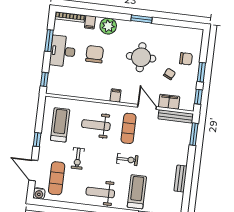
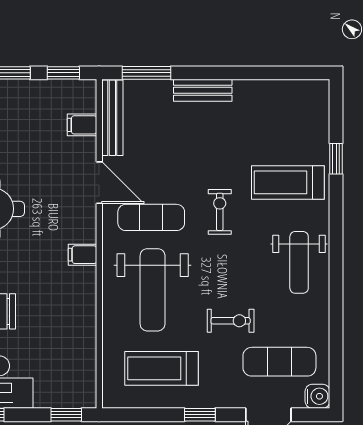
chair: (169, 74) -> (21, 142), removed
filing cabinet: (169, 102) -> (82, 125), width x0.50
door: (147, 107) -> (99, 183), swing flipped
weight bench: (96, 125) -> (153, 290), width x1.36, depth x1.33
bench: (181, 179) -> (203, 90), moved

